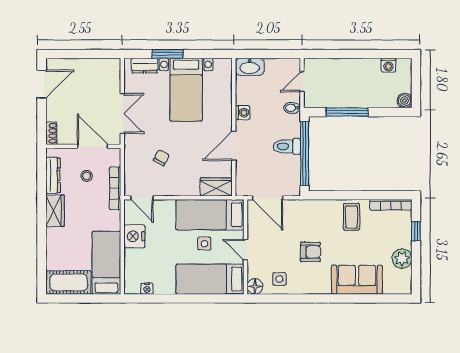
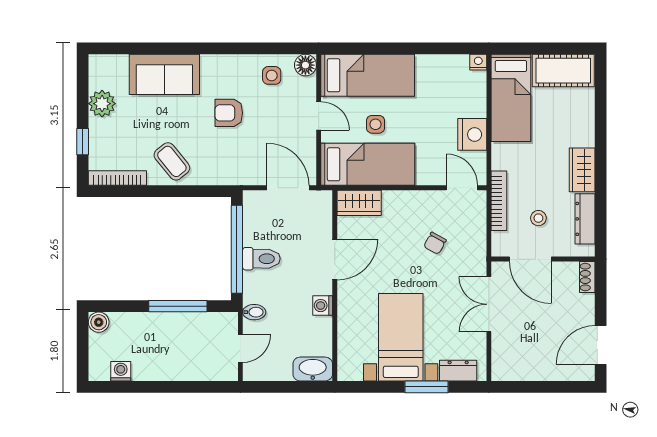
coffee table: (352, 217) -> (172, 161), turned -39
nightstand: (147, 289) -> (478, 62), moved

